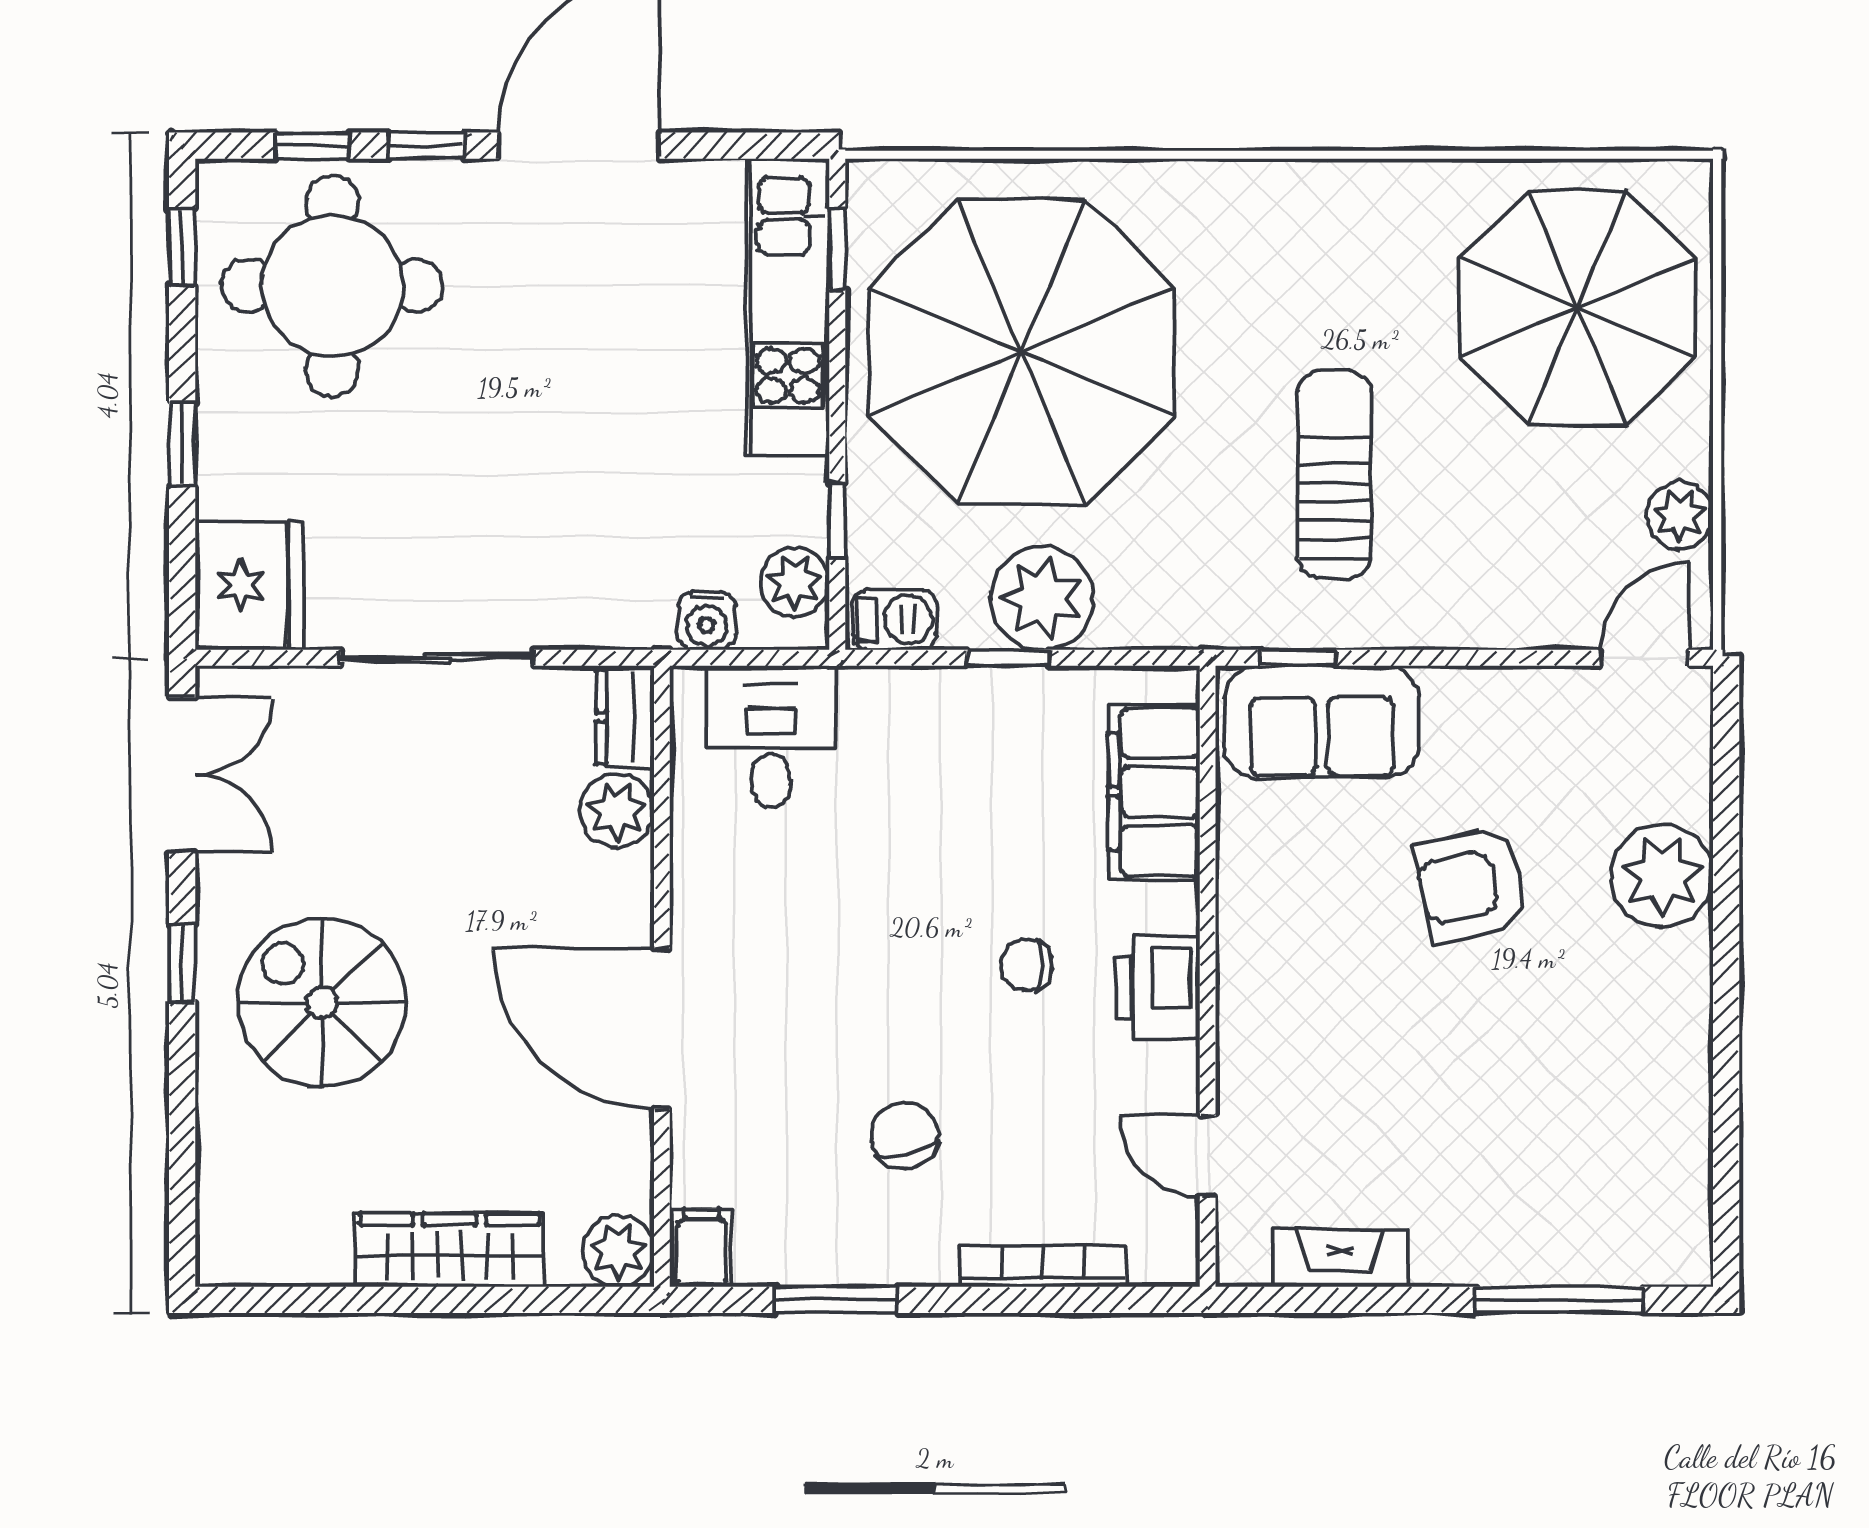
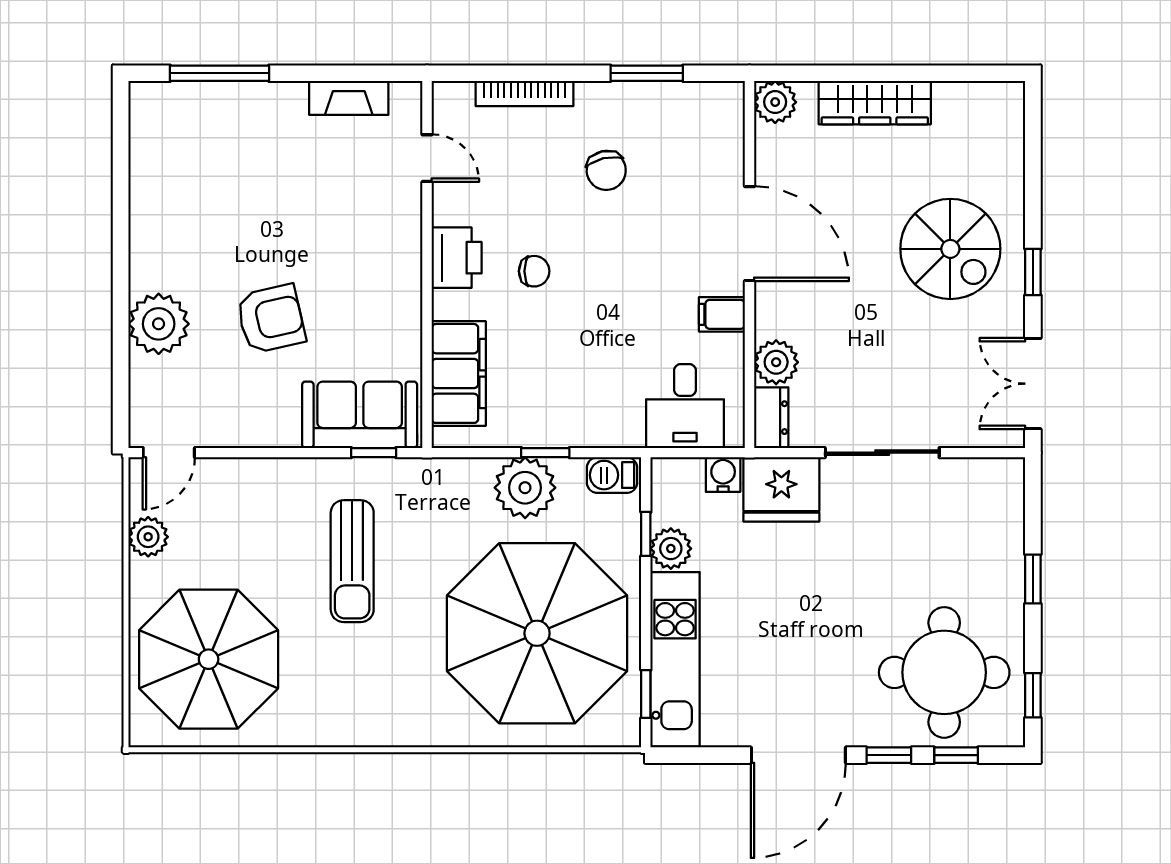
plant: (795, 582) -> (671, 549), moved
fridge: (250, 586) -> (781, 489), moved, turned -90
filing cabinet: (702, 1248) -> (722, 314), moved, turned 90

